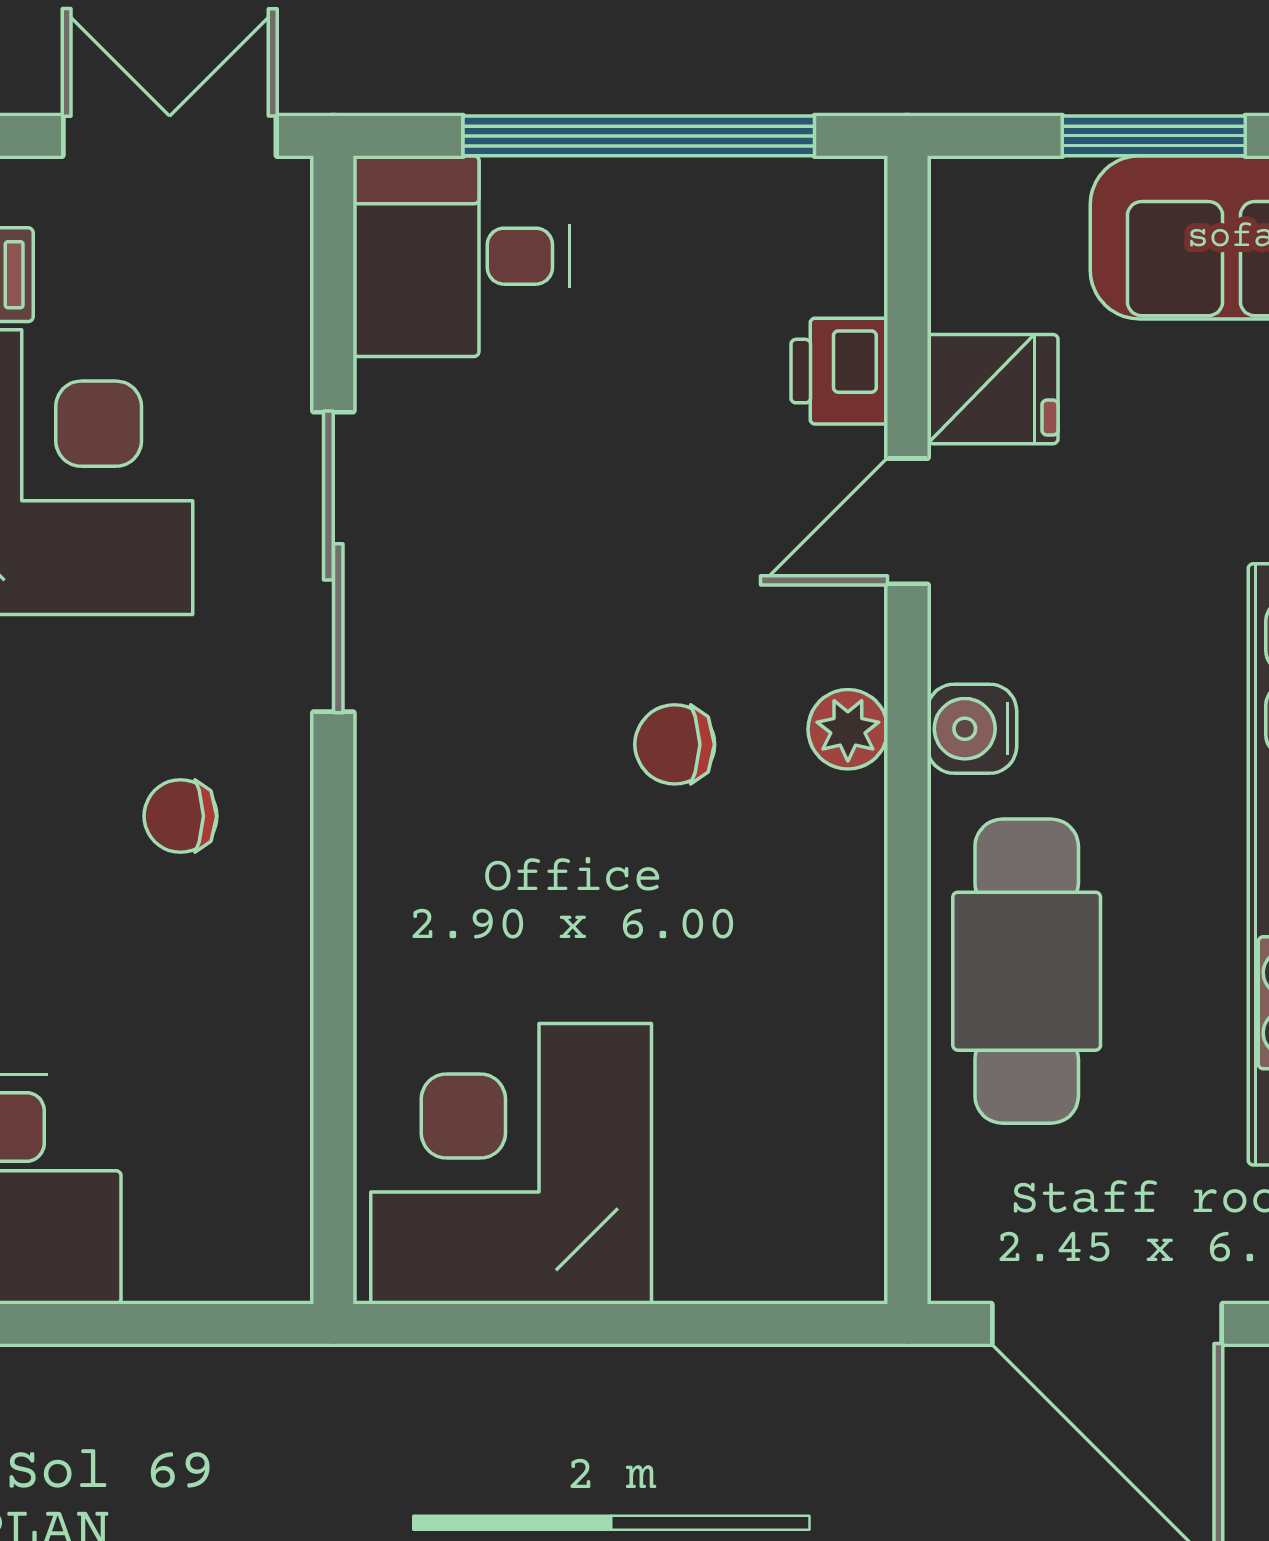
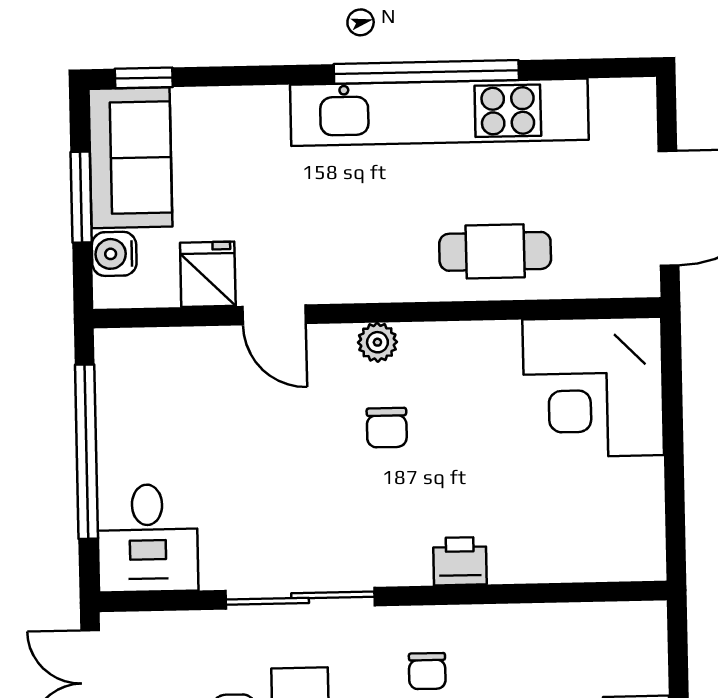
printer: (839, 371) -> (460, 561), moved, turned 180
water cooler: (972, 729) -> (114, 254), moved, turned 90
cafe table: (1027, 971) -> (495, 251), width x0.73, depth x0.74
corner desk: (511, 1164) -> (593, 387), moved

